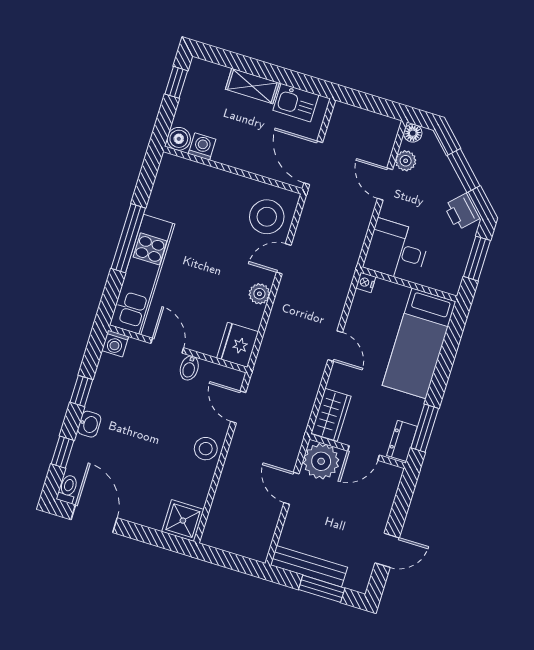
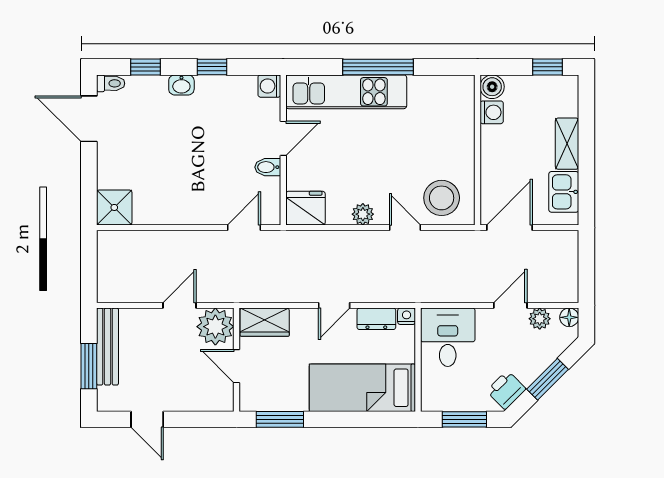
dresser: (402, 441) -> (376, 319), moved, turned 180
stool: (206, 449) -> (193, 208), removed
door: (94, 519) -> (89, 119), swing flipped

